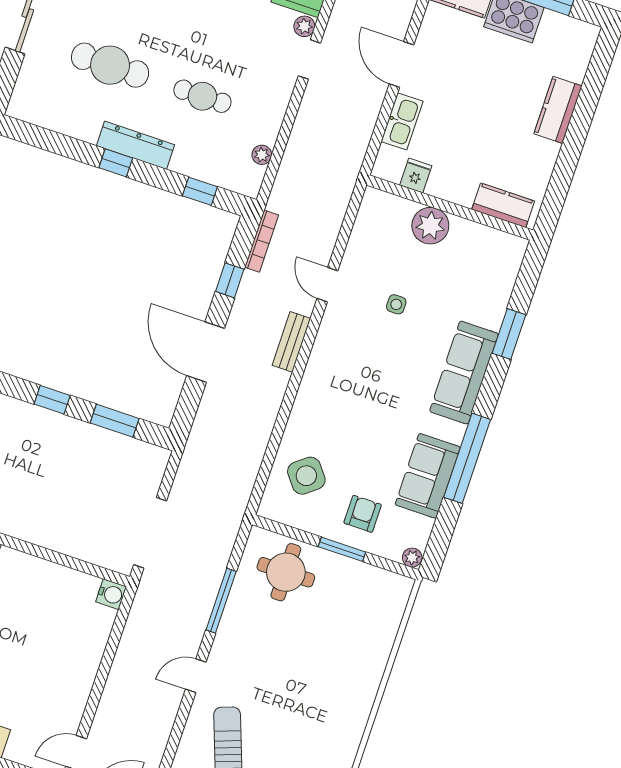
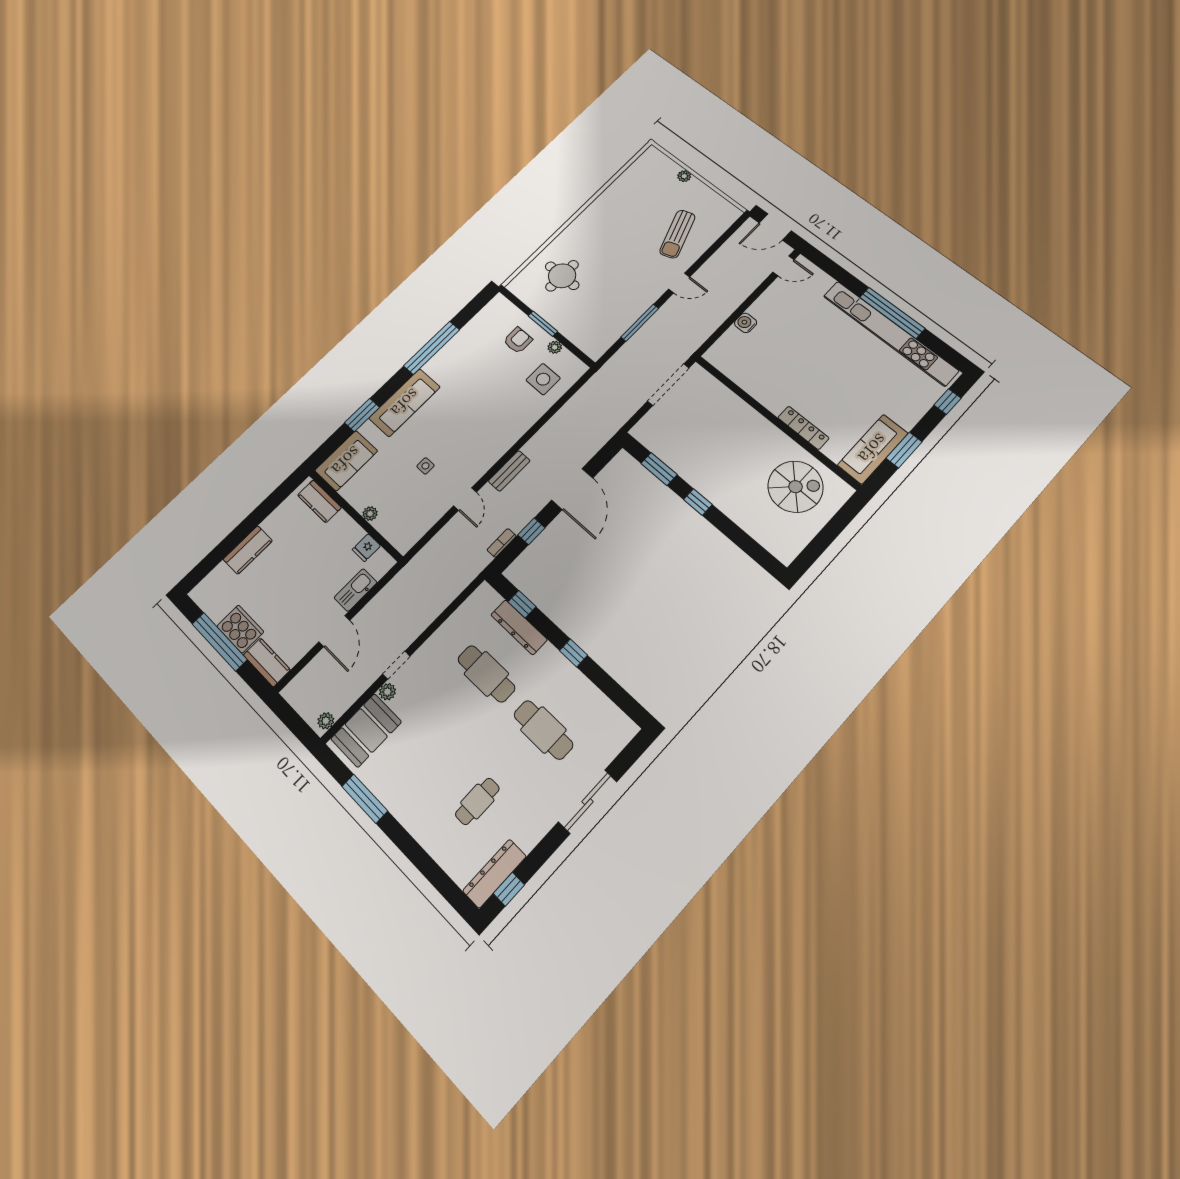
cafe table: (202, 96) -> (486, 674), width x1.37, depth x1.35
dresser: (136, 145) -> (519, 627), moved
plant: (262, 155) -> (465, 611), removed
plant: (430, 226) -> (370, 514), width x0.53, depth x0.53
bookcase: (262, 241) -> (502, 543), width x0.64
side table: (306, 476) -> (543, 379), turned 38
sofa: (428, 476) -> (346, 461), moved
armchair: (363, 514) -> (518, 340), turned 180
plant: (412, 558) -> (555, 347), moved
round table: (286, 572) -> (562, 276), moved
water cooler: (111, 594) -> (746, 323), moved

